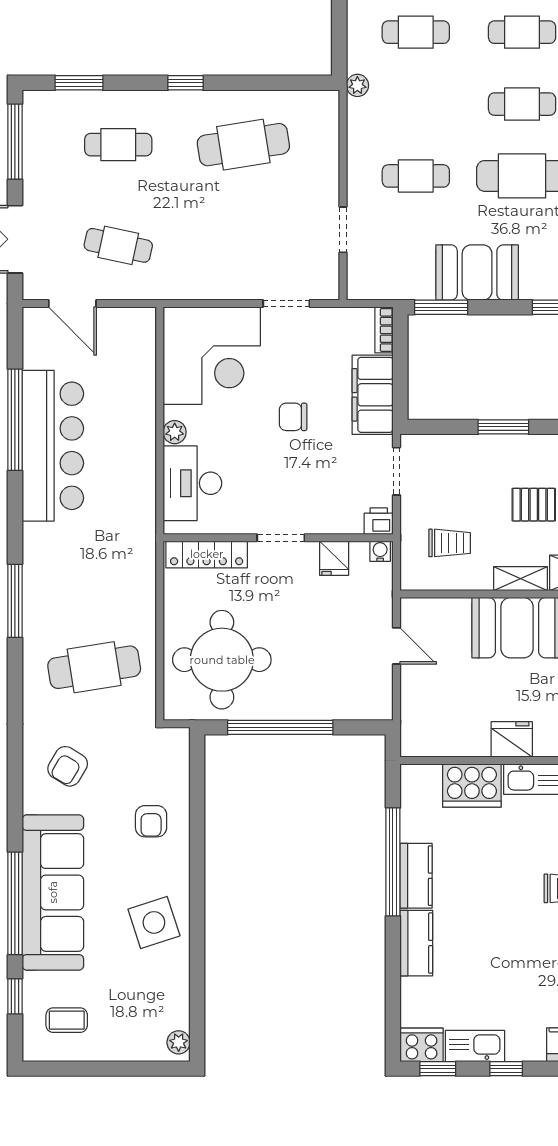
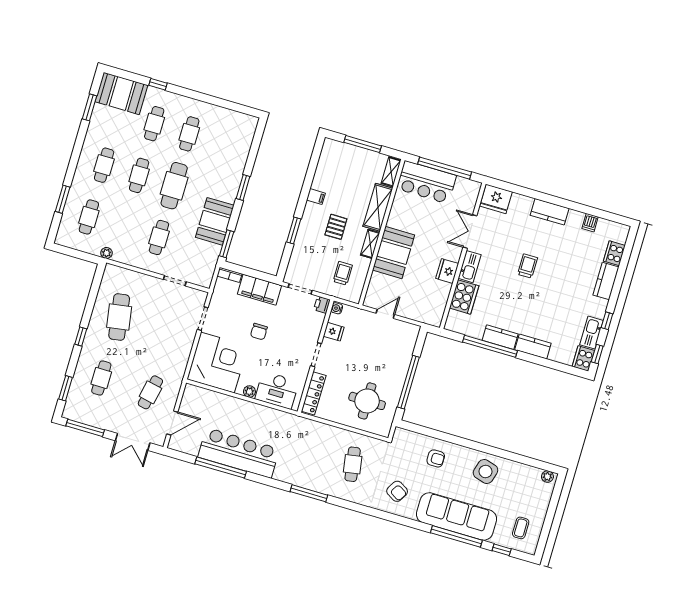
round table: (222, 660) -> (367, 401), width x0.73, depth x0.73
cafe table: (94, 667) -> (353, 464), width x0.73, depth x0.74
side table: (154, 922) -> (486, 471), turned 34

